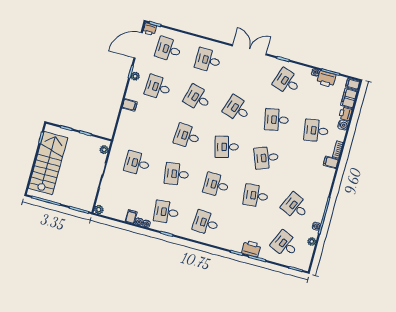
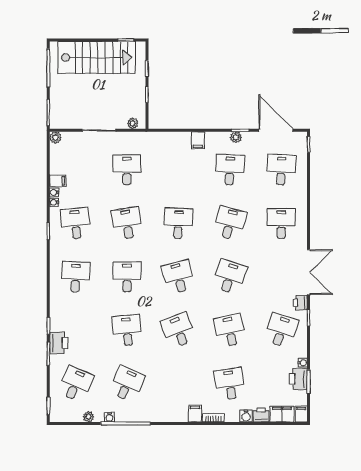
printer: (150, 29) -> (300, 303), moved

